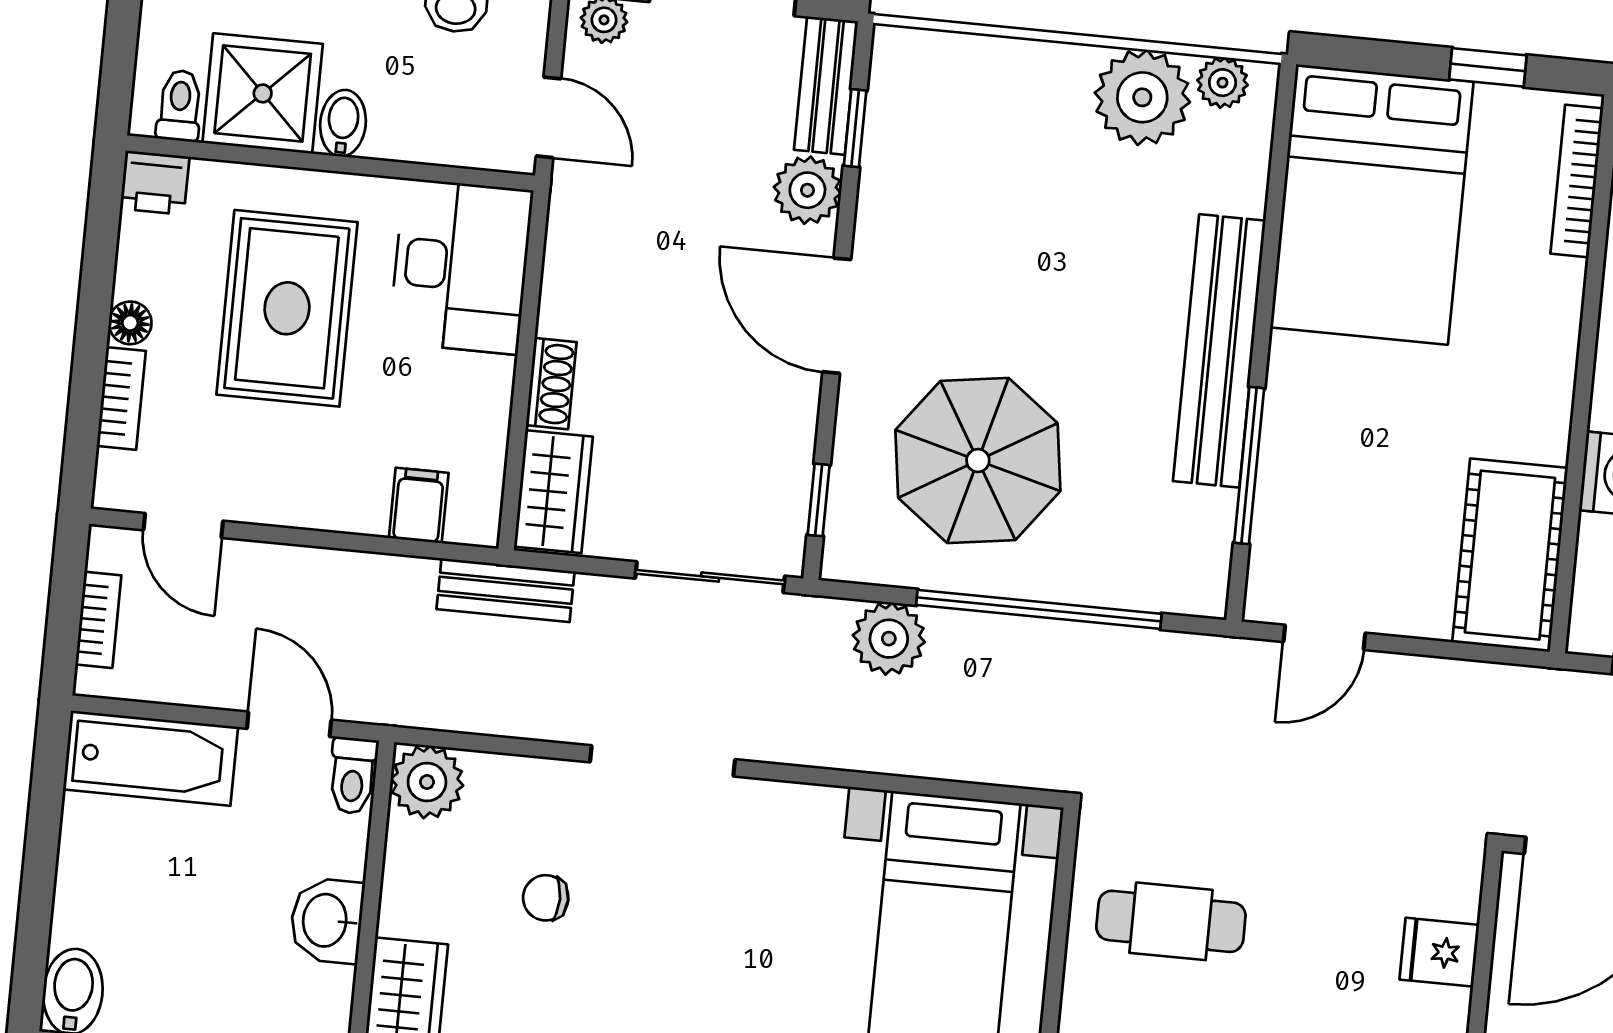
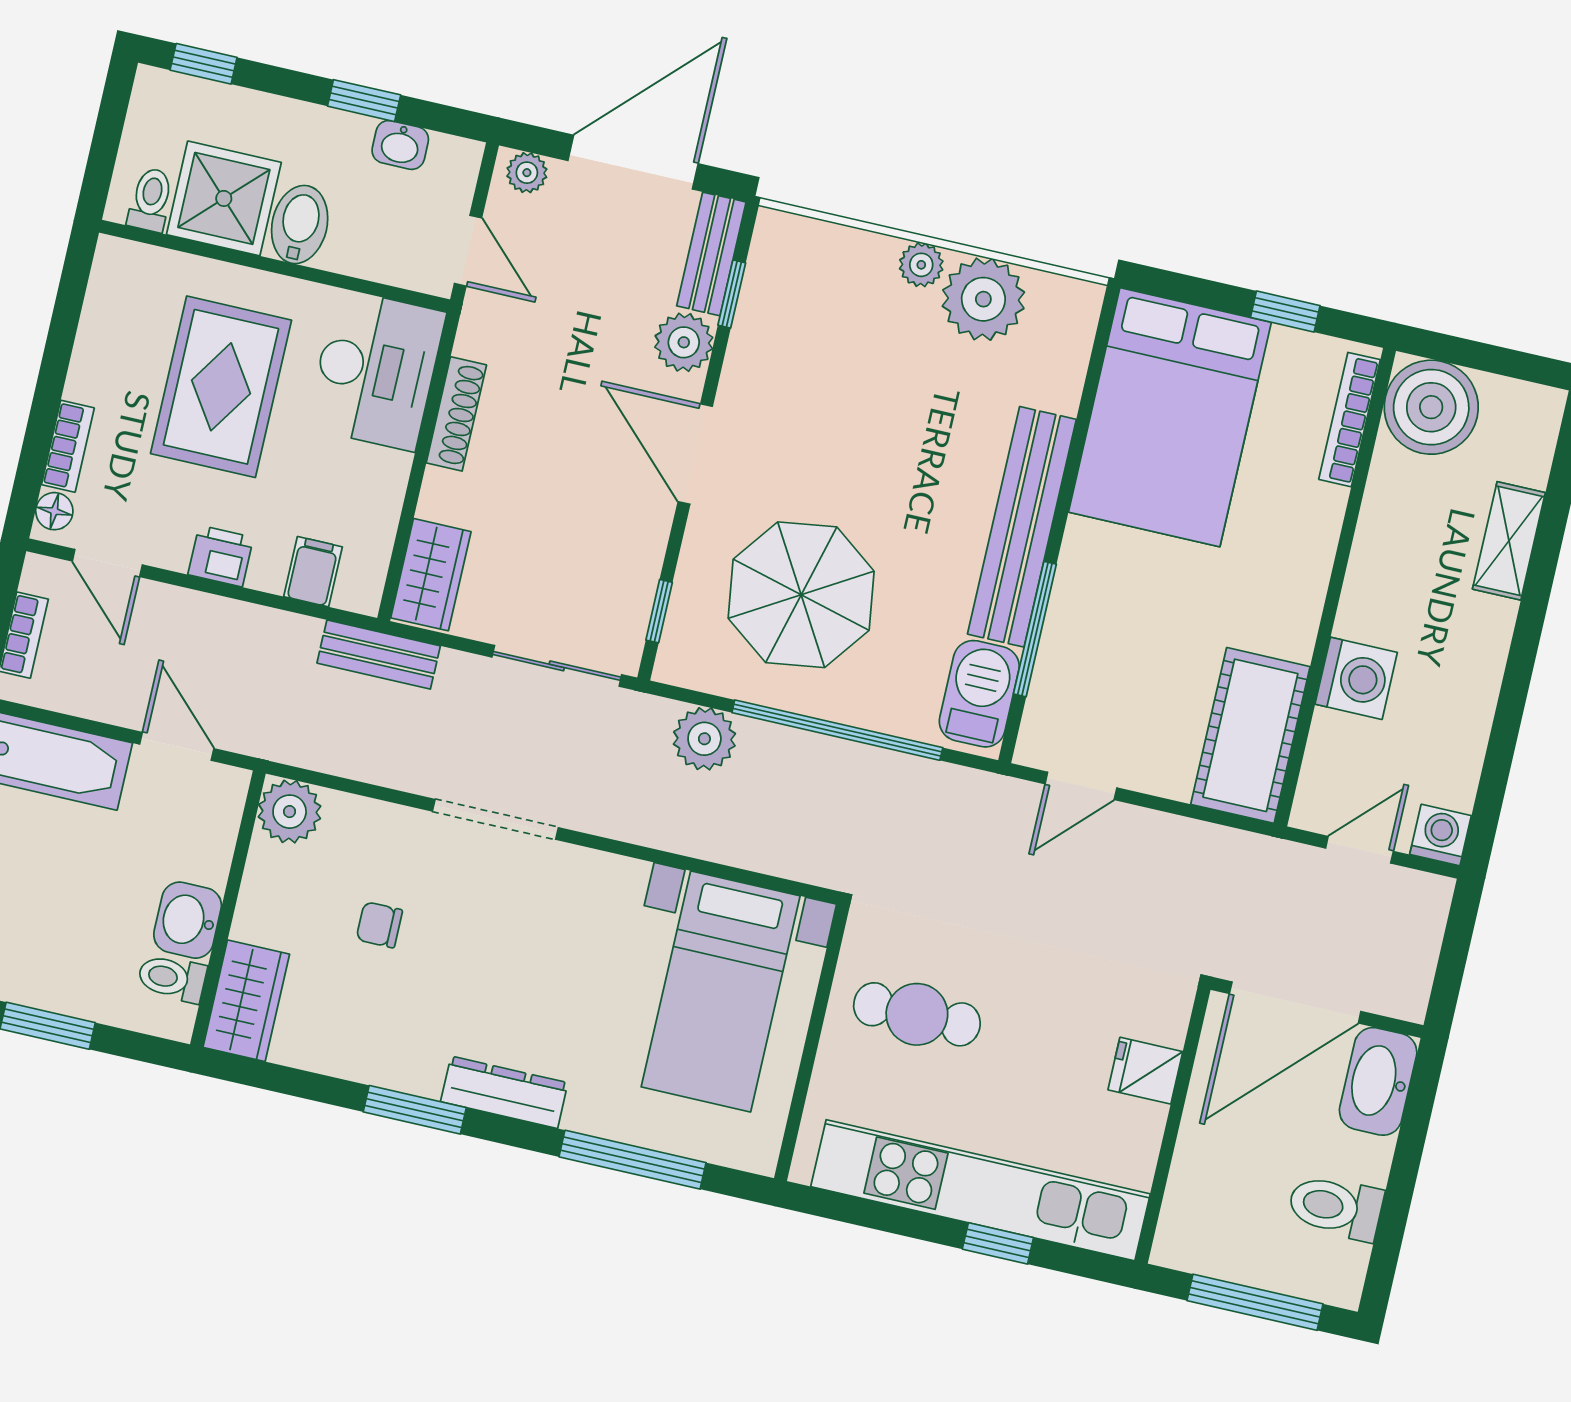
plant: (1222, 83) -> (921, 265), moved
bidet: (343, 123) -> (300, 225), width x1.38, depth x1.36
printer: (155, 183) -> (221, 556), moved, turned 180
floor lamp: (130, 323) -> (54, 511), moved
shoe rack: (551, 384) -> (456, 414), moved, width x1.43
barbecue: (1195, 547) -> (979, 694), added
toilet: (353, 776) -> (172, 978), moved, turned 90

